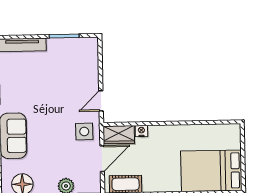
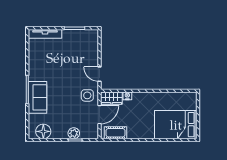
door: (101, 101) -> (99, 74), hinge flipped

